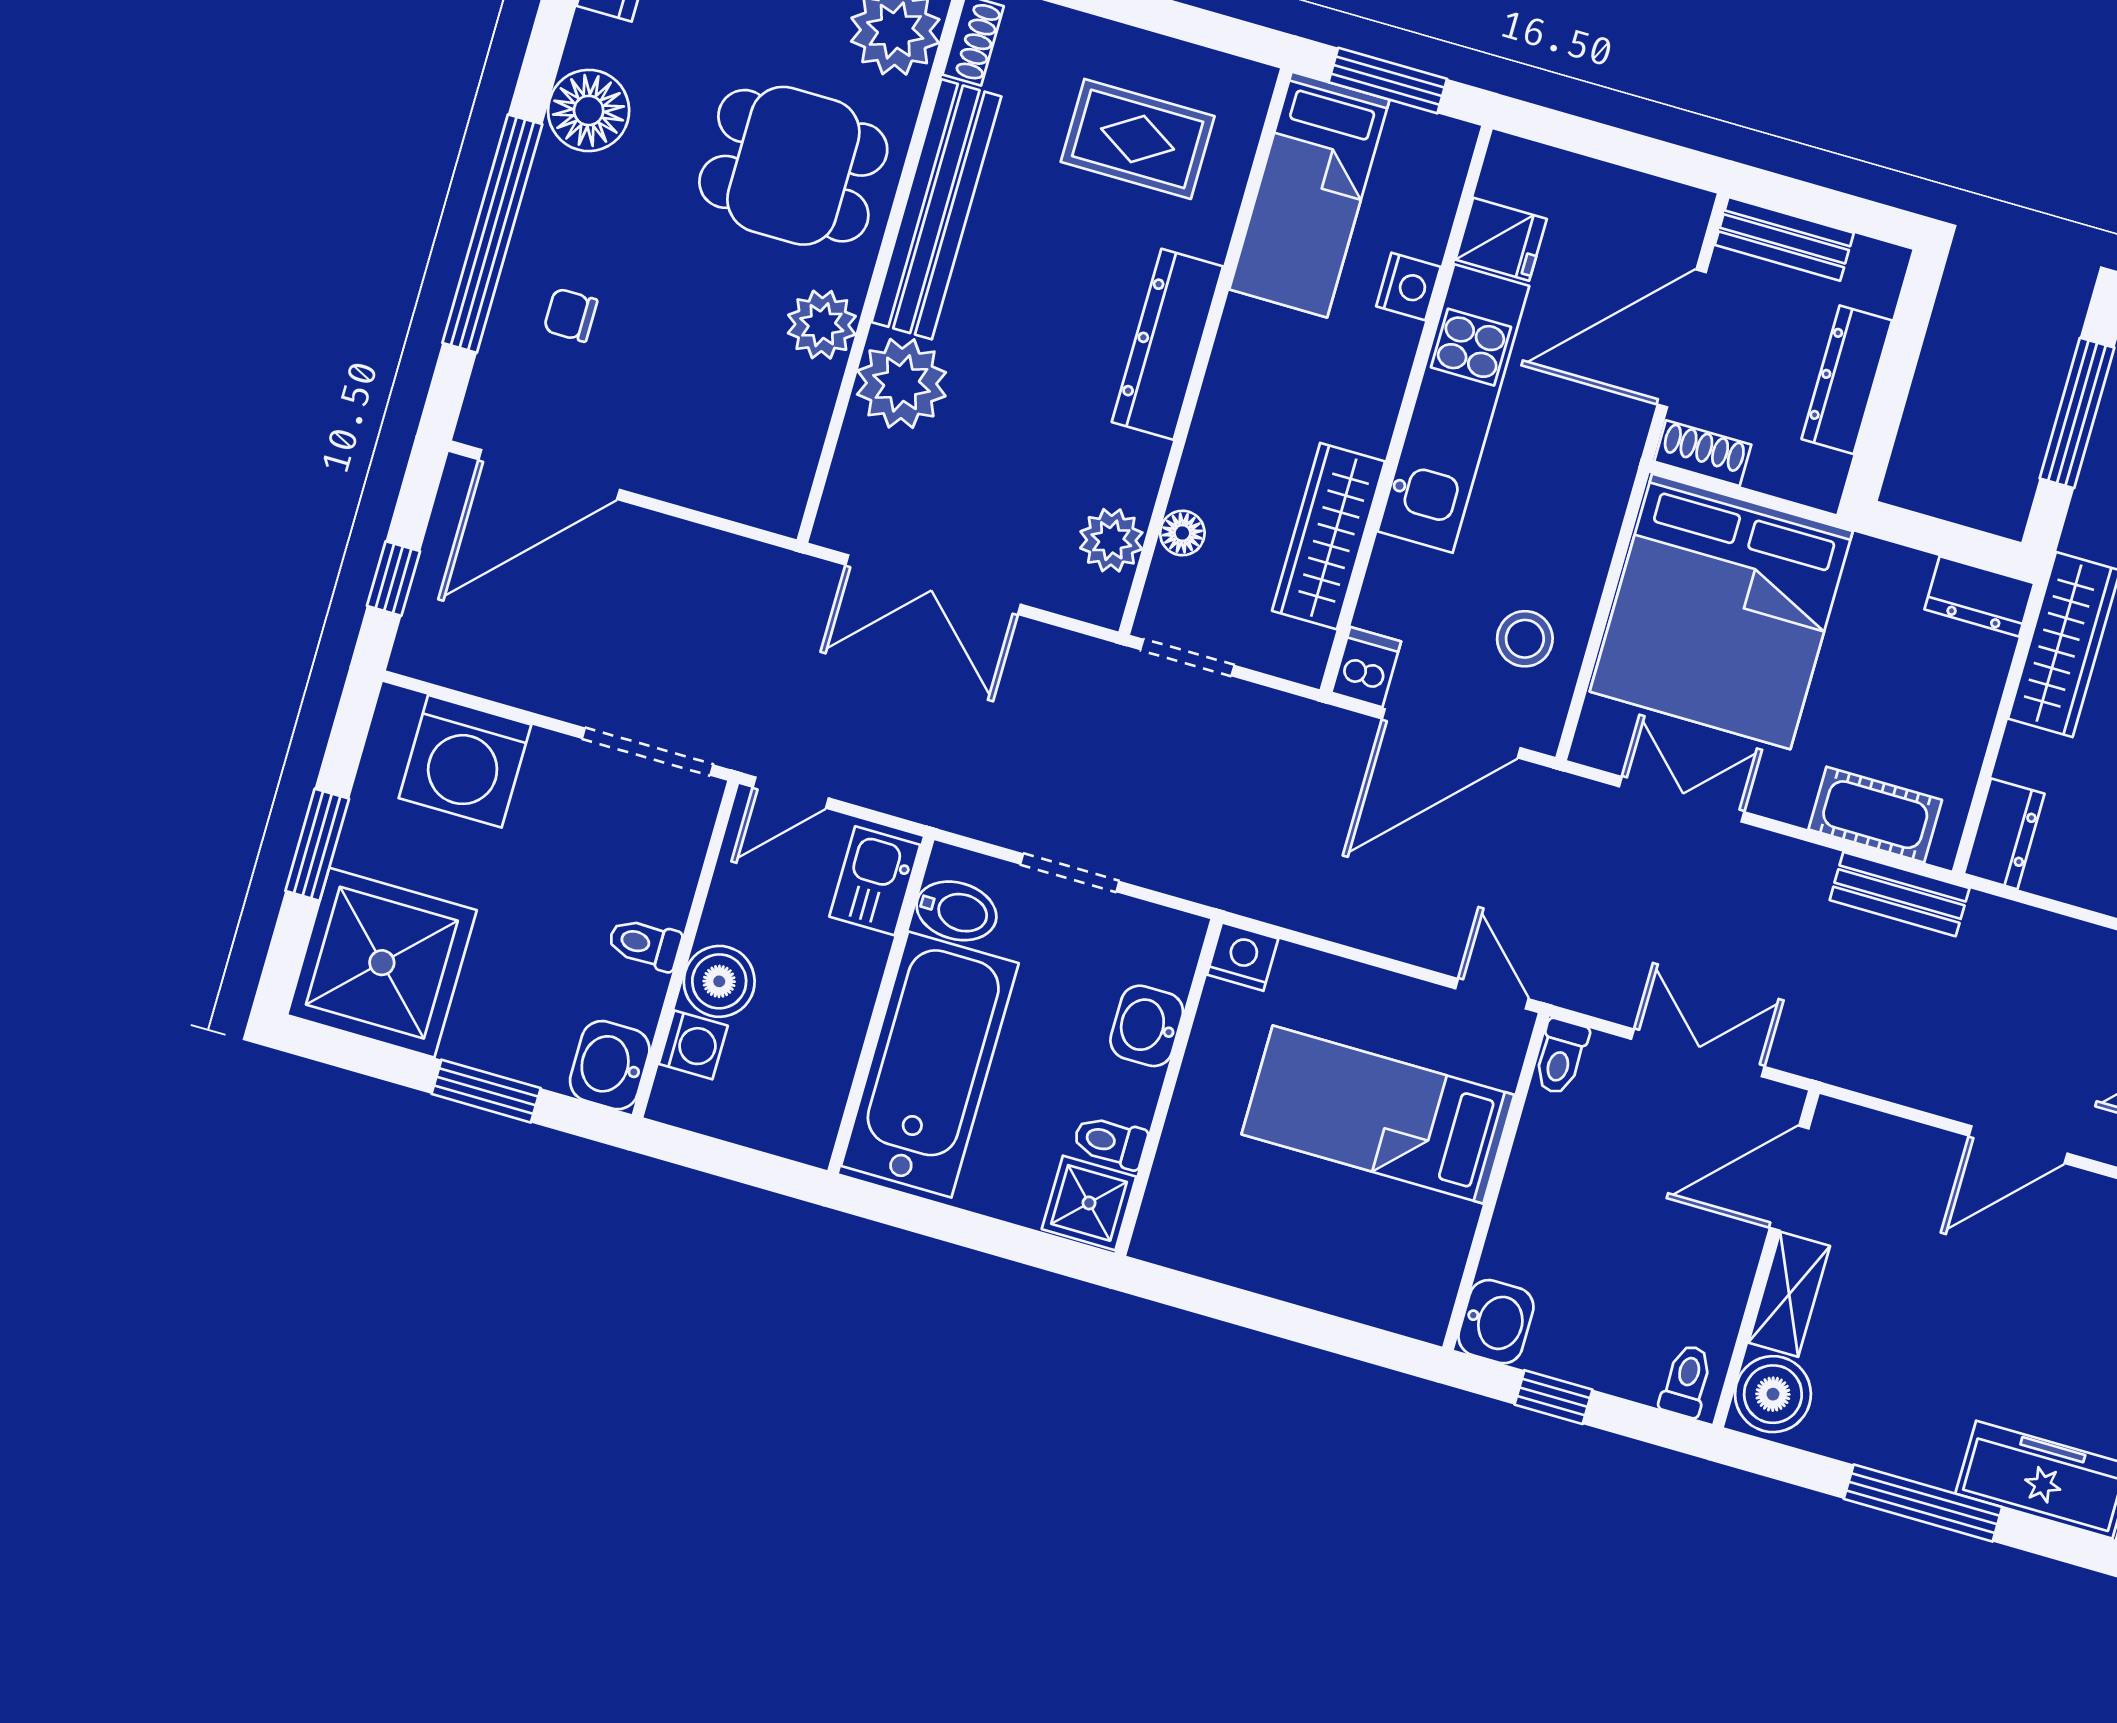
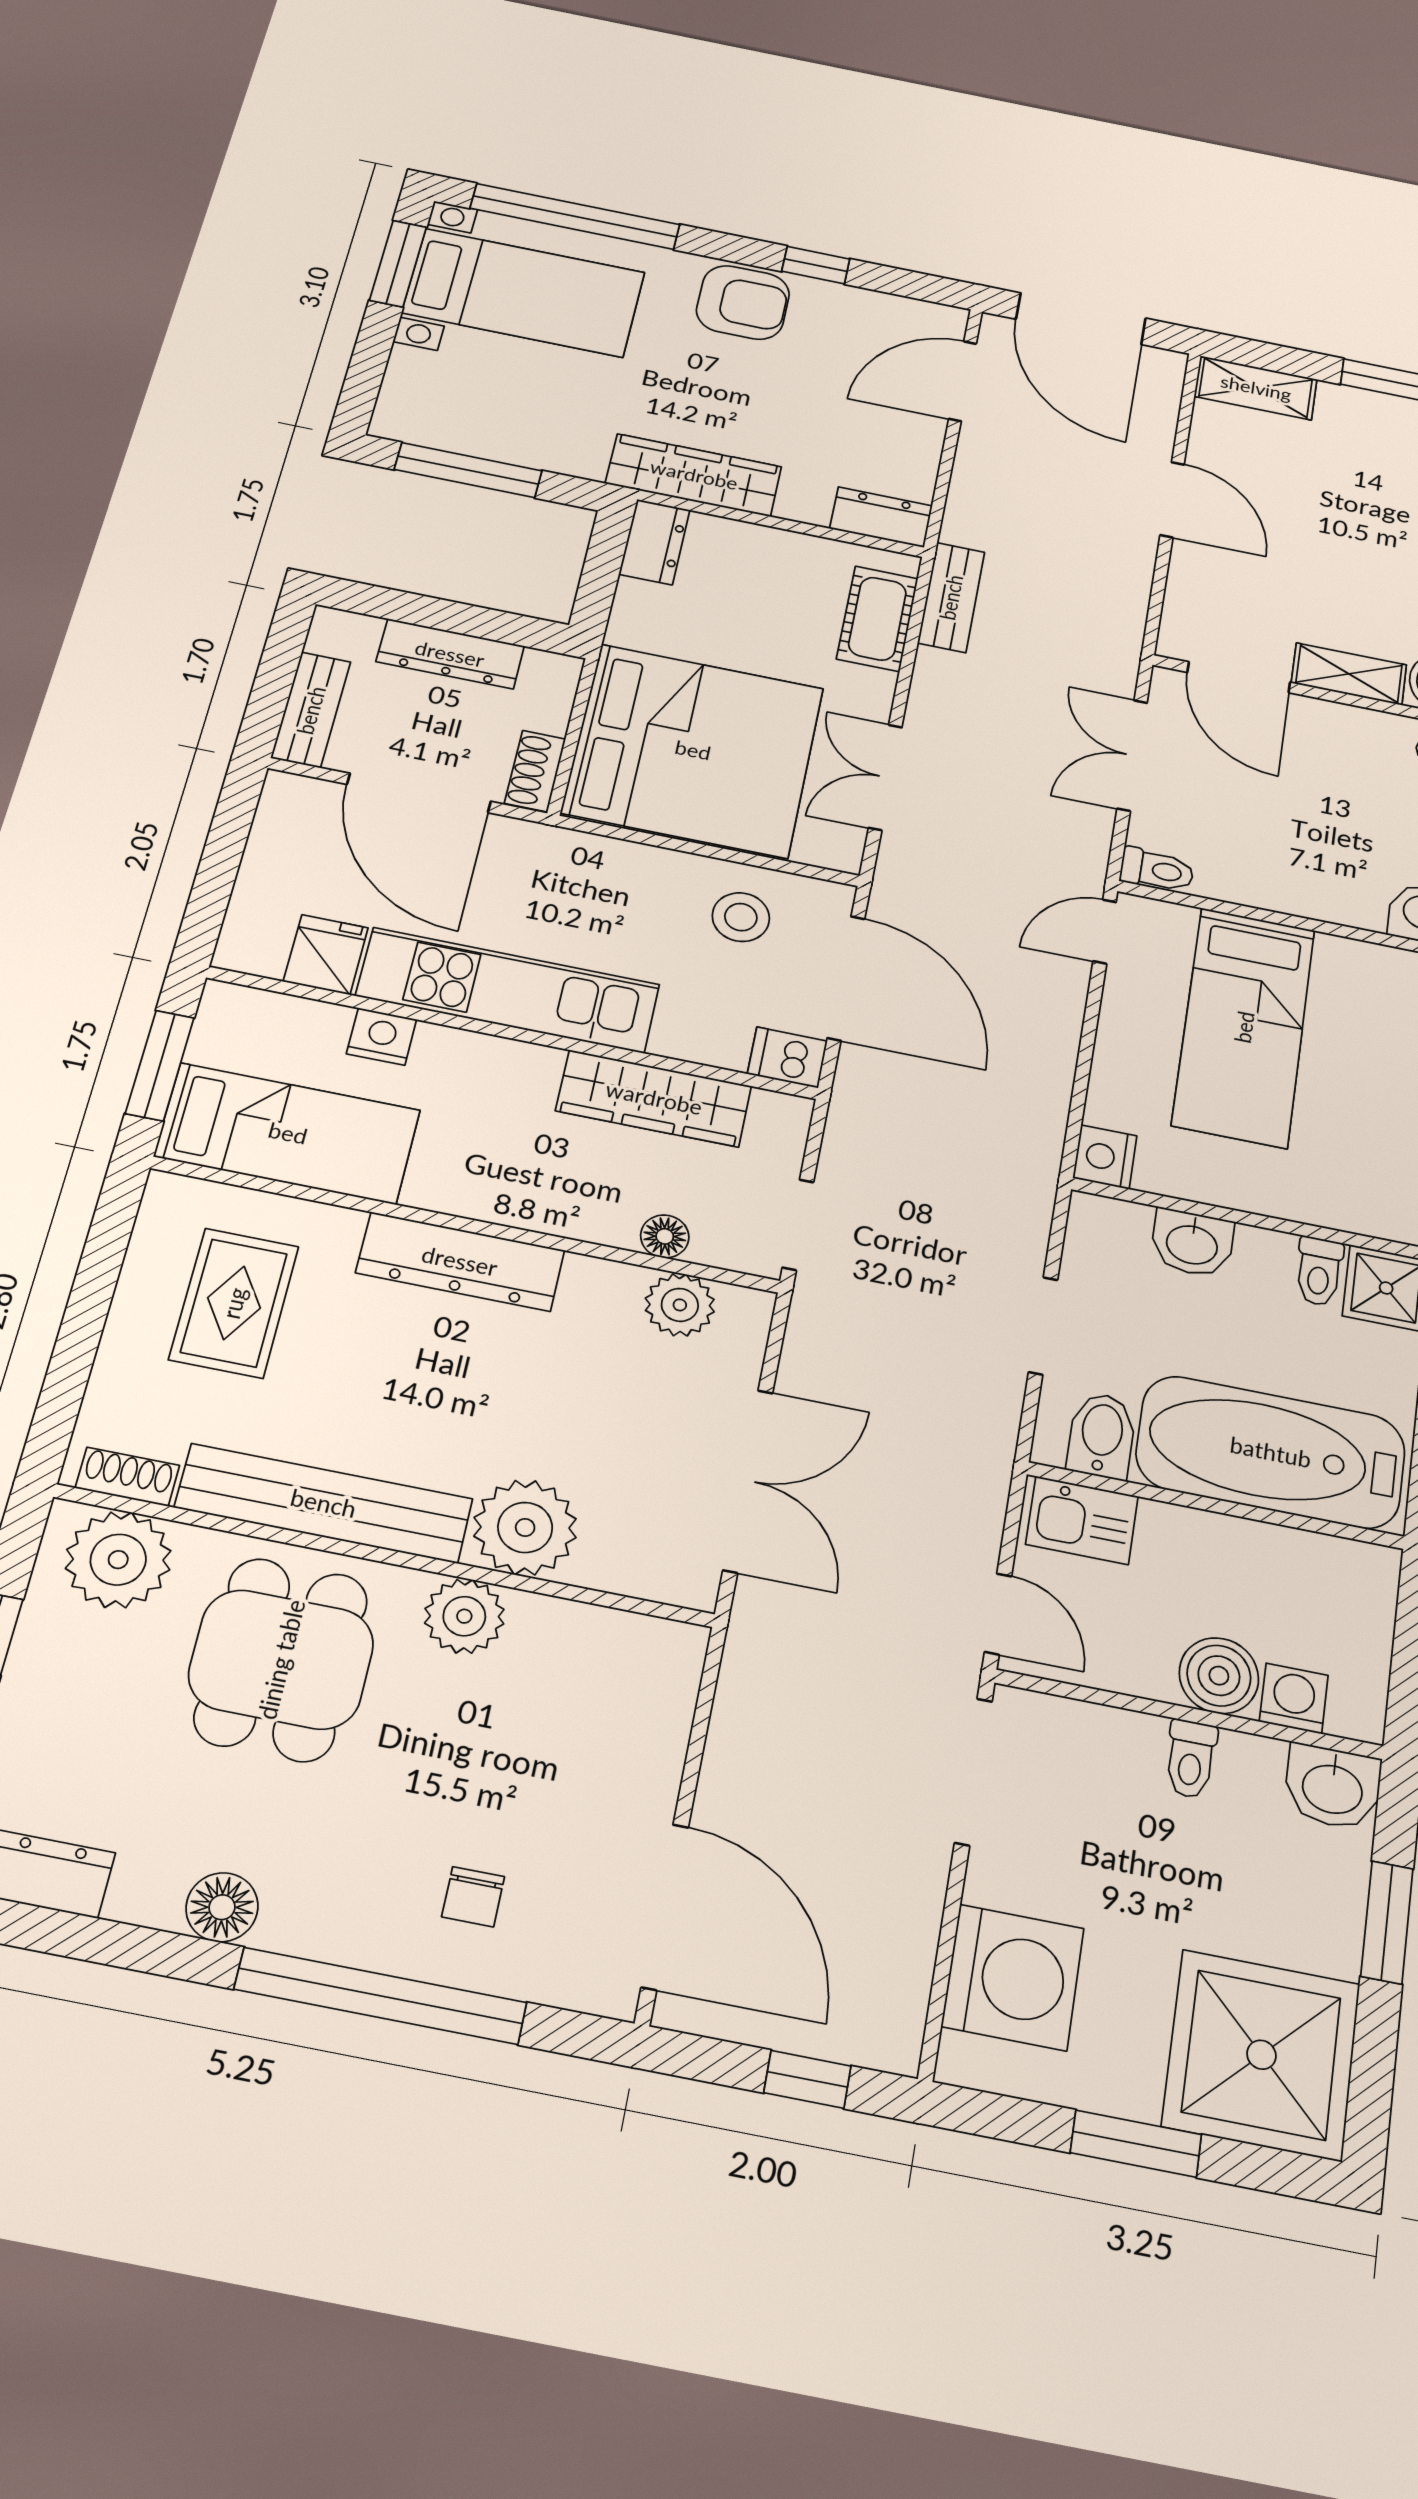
floor lamp: (589, 110) -> (222, 1907), width x0.73, depth x0.73

